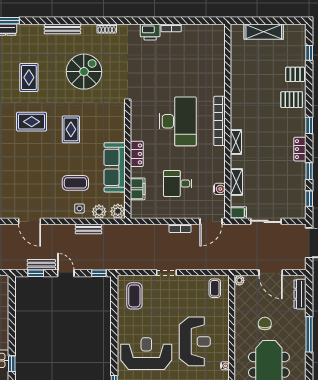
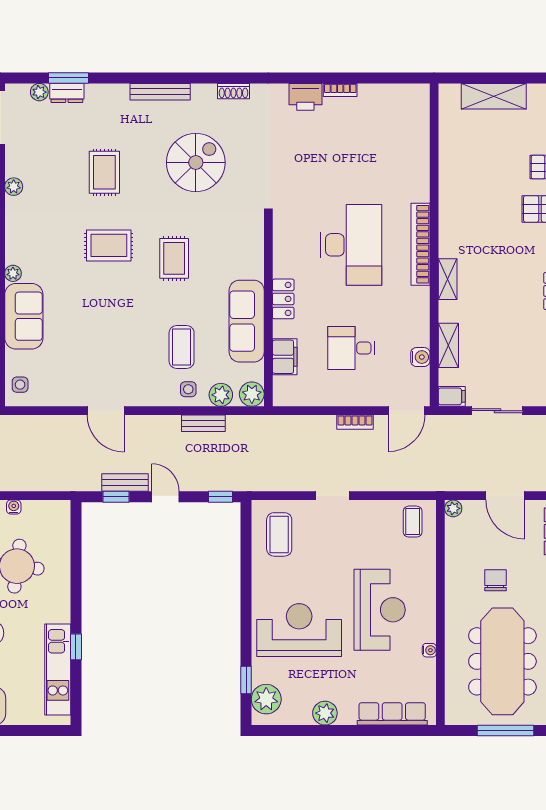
coffee table: (75, 183) -> (182, 347), turned 90

